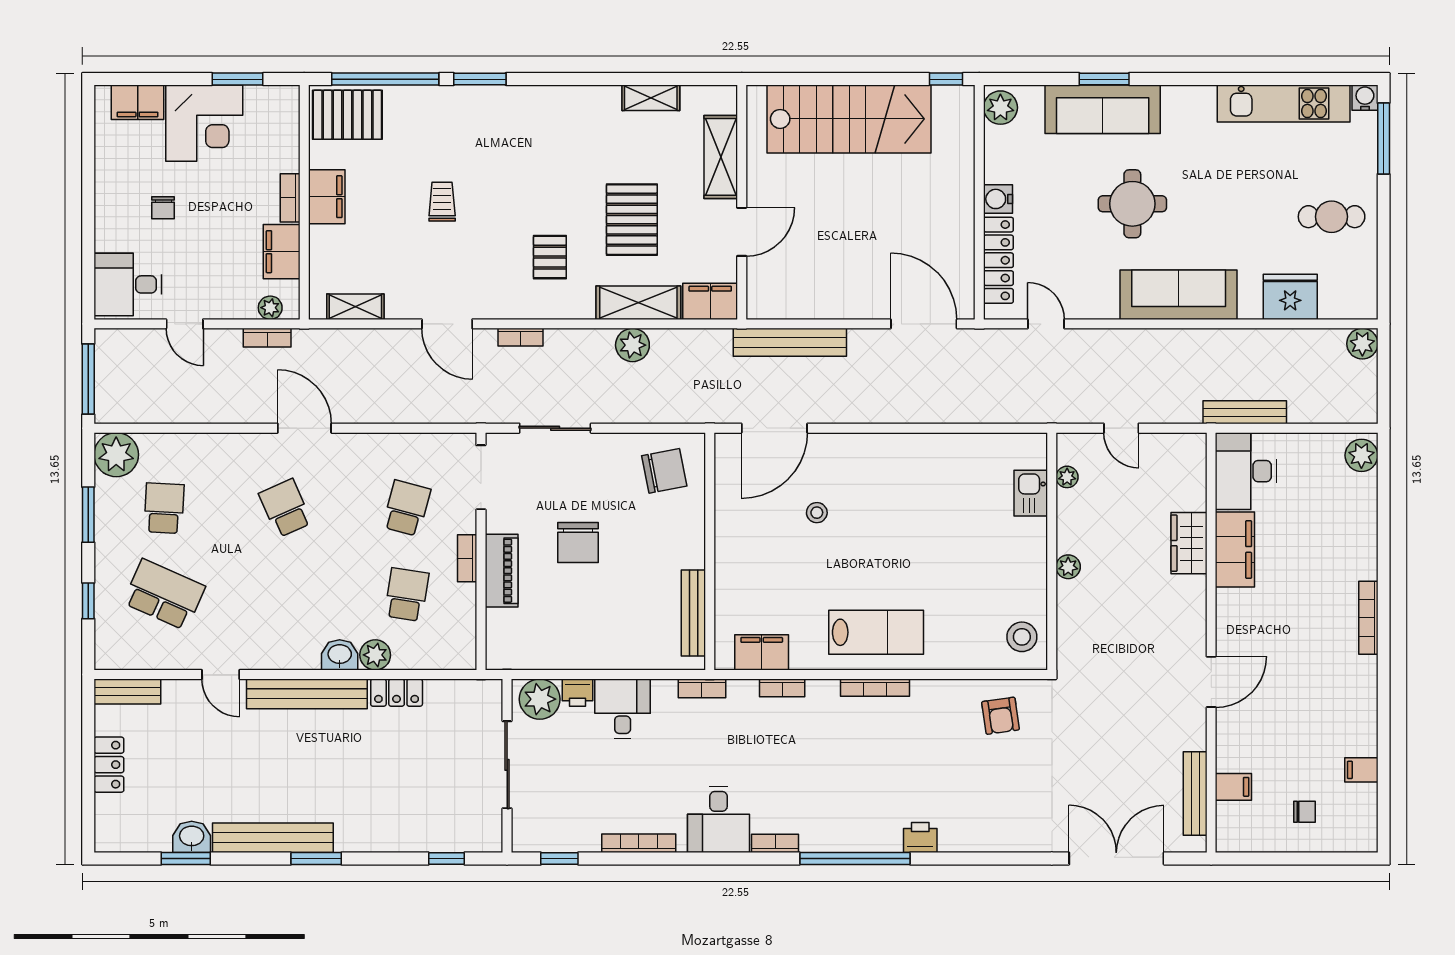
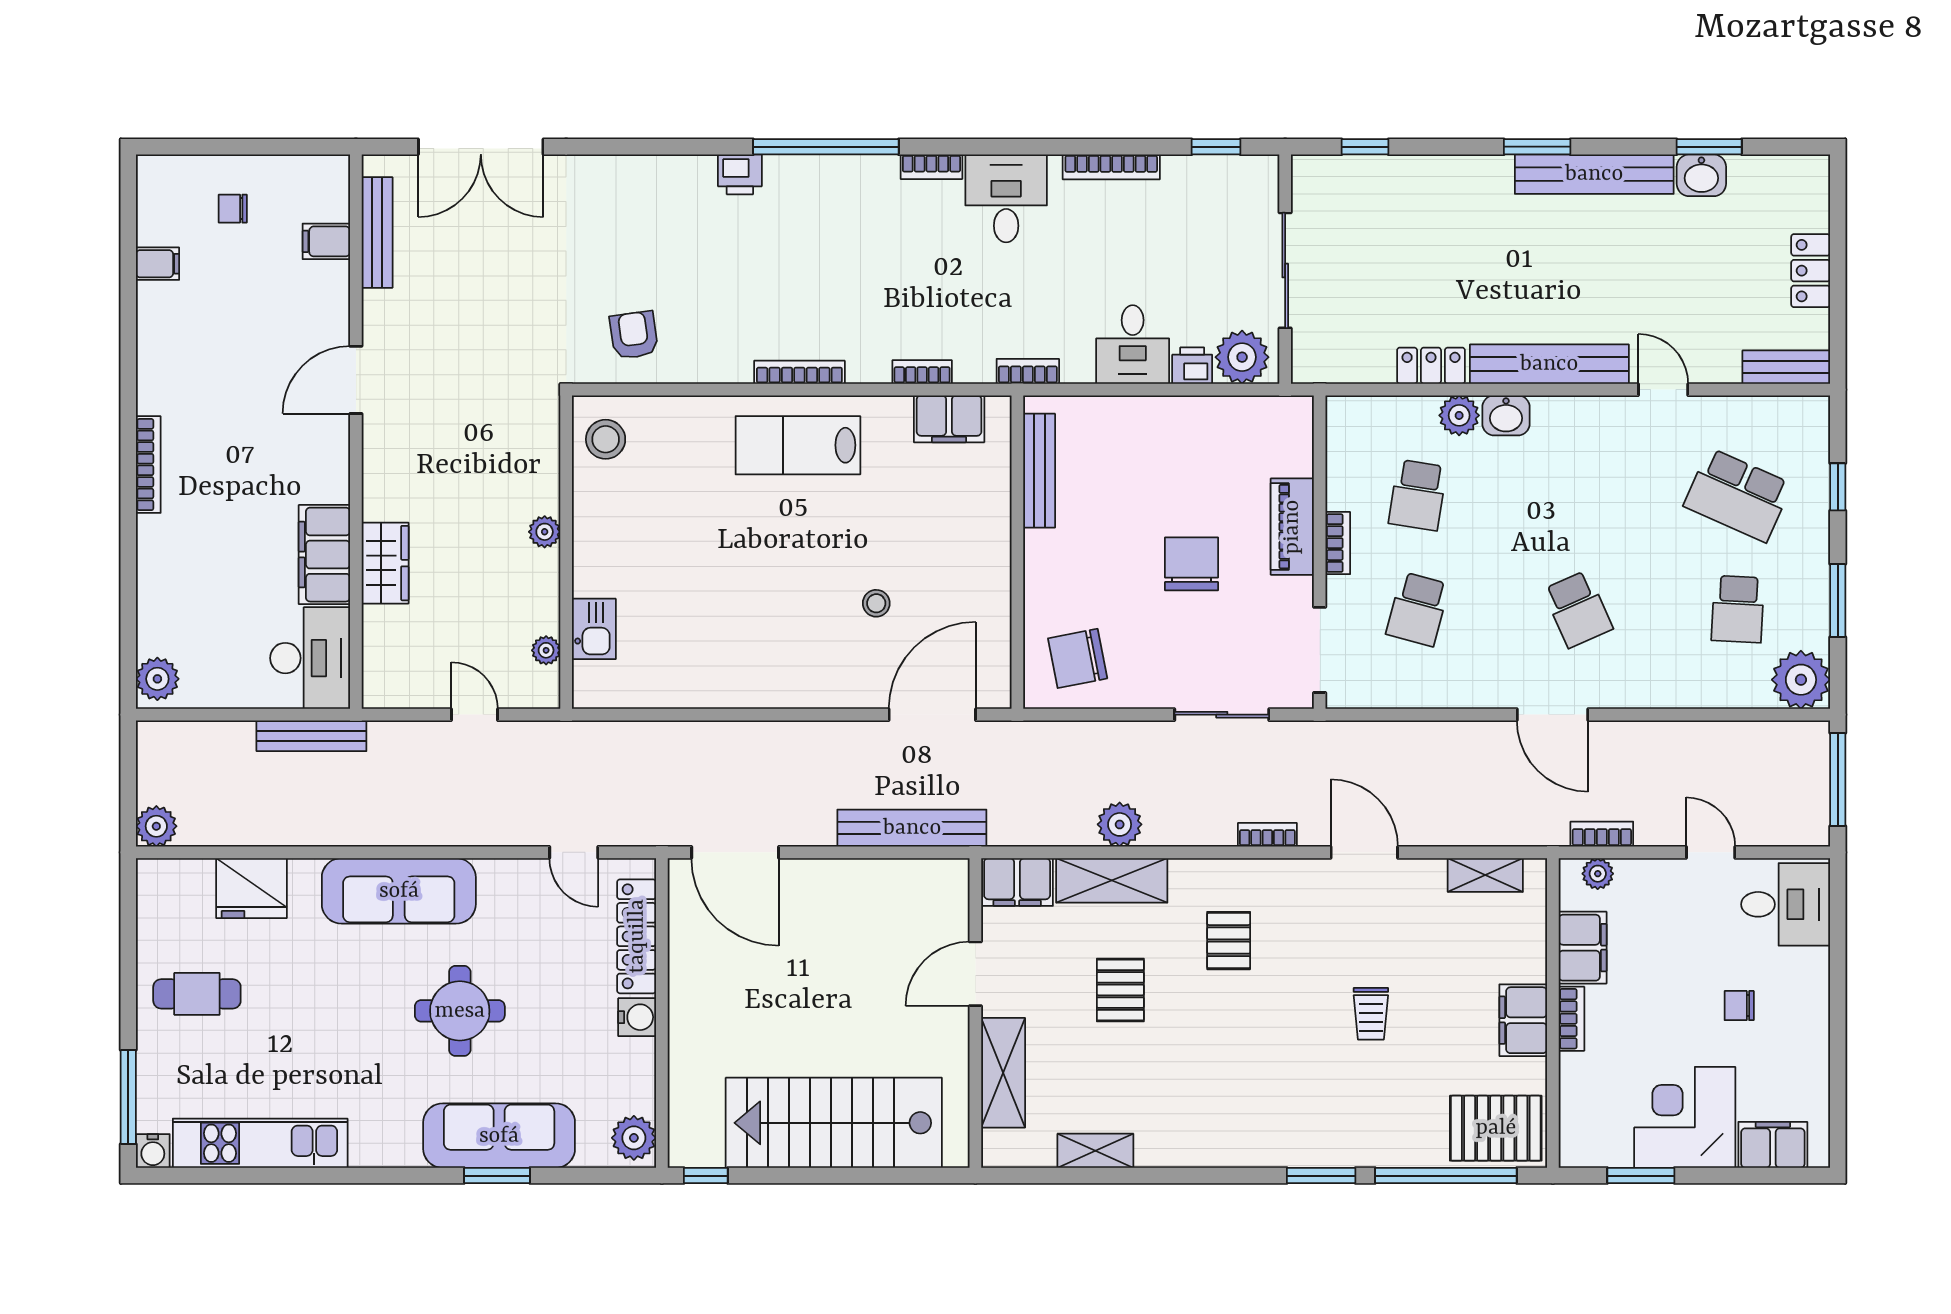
chair: (163, 208) -> (1739, 1006), turned -90
pallet: (632, 220) -> (1120, 990), width x0.67, depth x0.71

